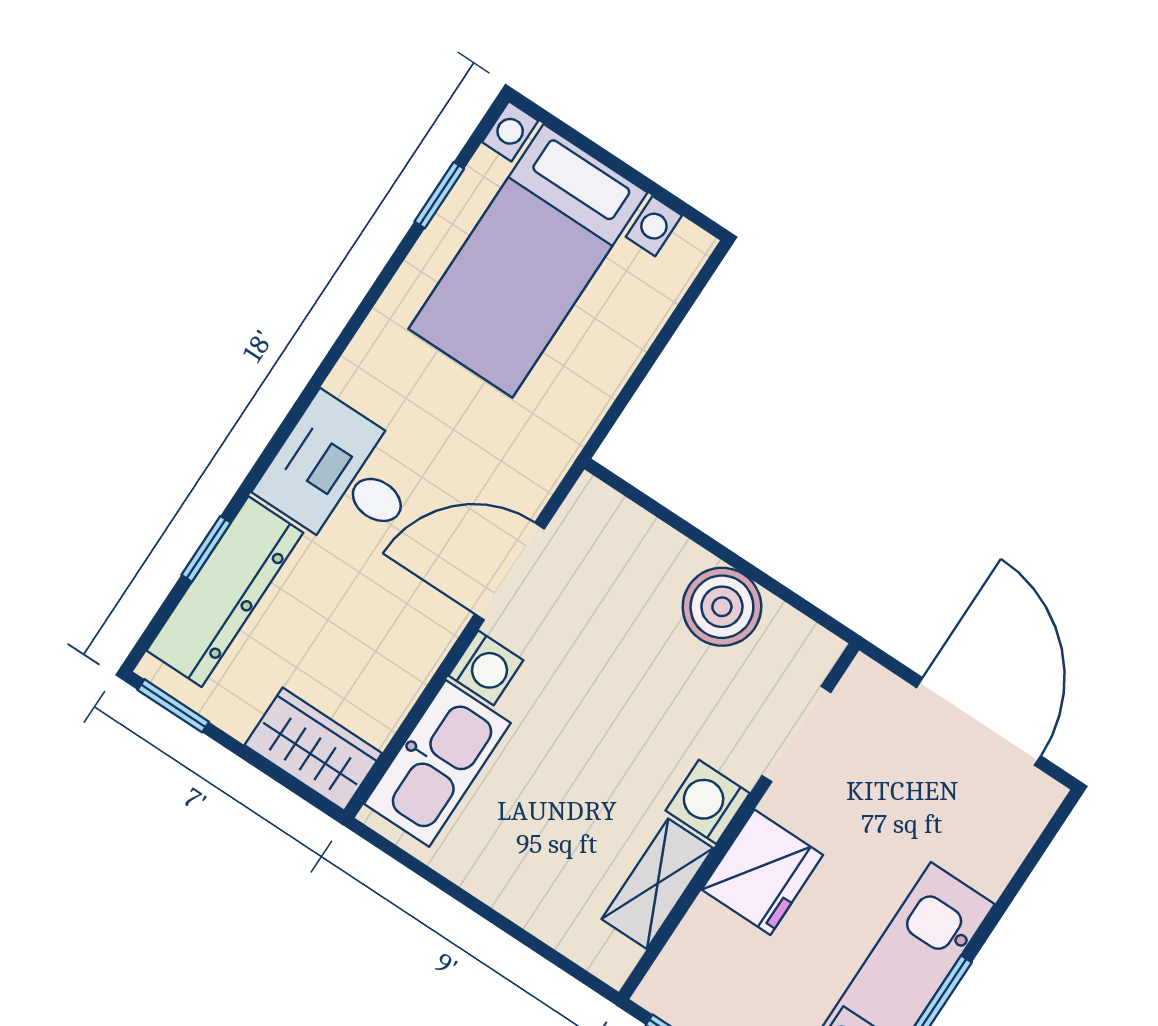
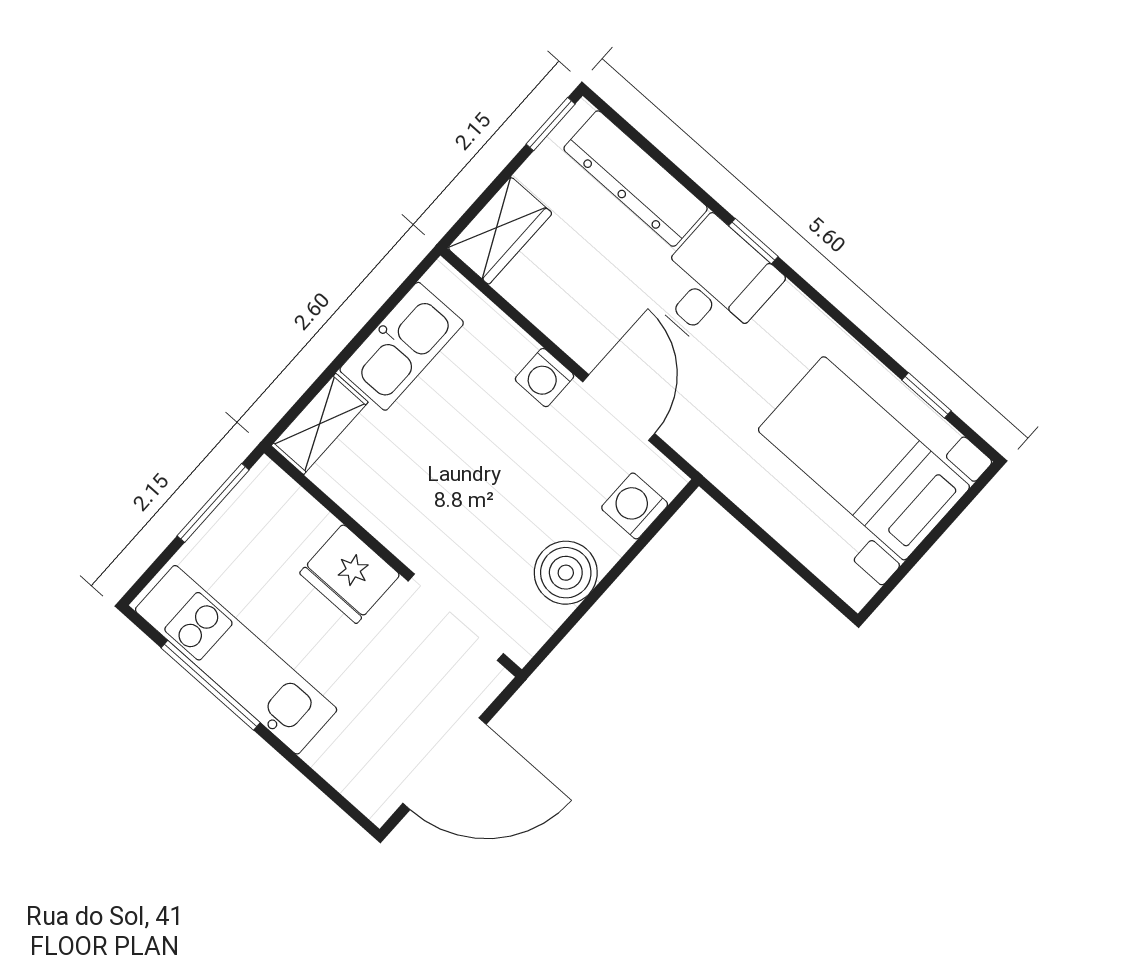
window: (206, 549) -> (753, 241), moved
doorway: (796, 734) -> (456, 617), width x1.38
kitchen sink: (437, 763) -> (402, 346), moved, turned -90
washing machine: (708, 802) -> (635, 506), moved, turned -90
shelving: (657, 884) -> (320, 424), moved, turned 90

